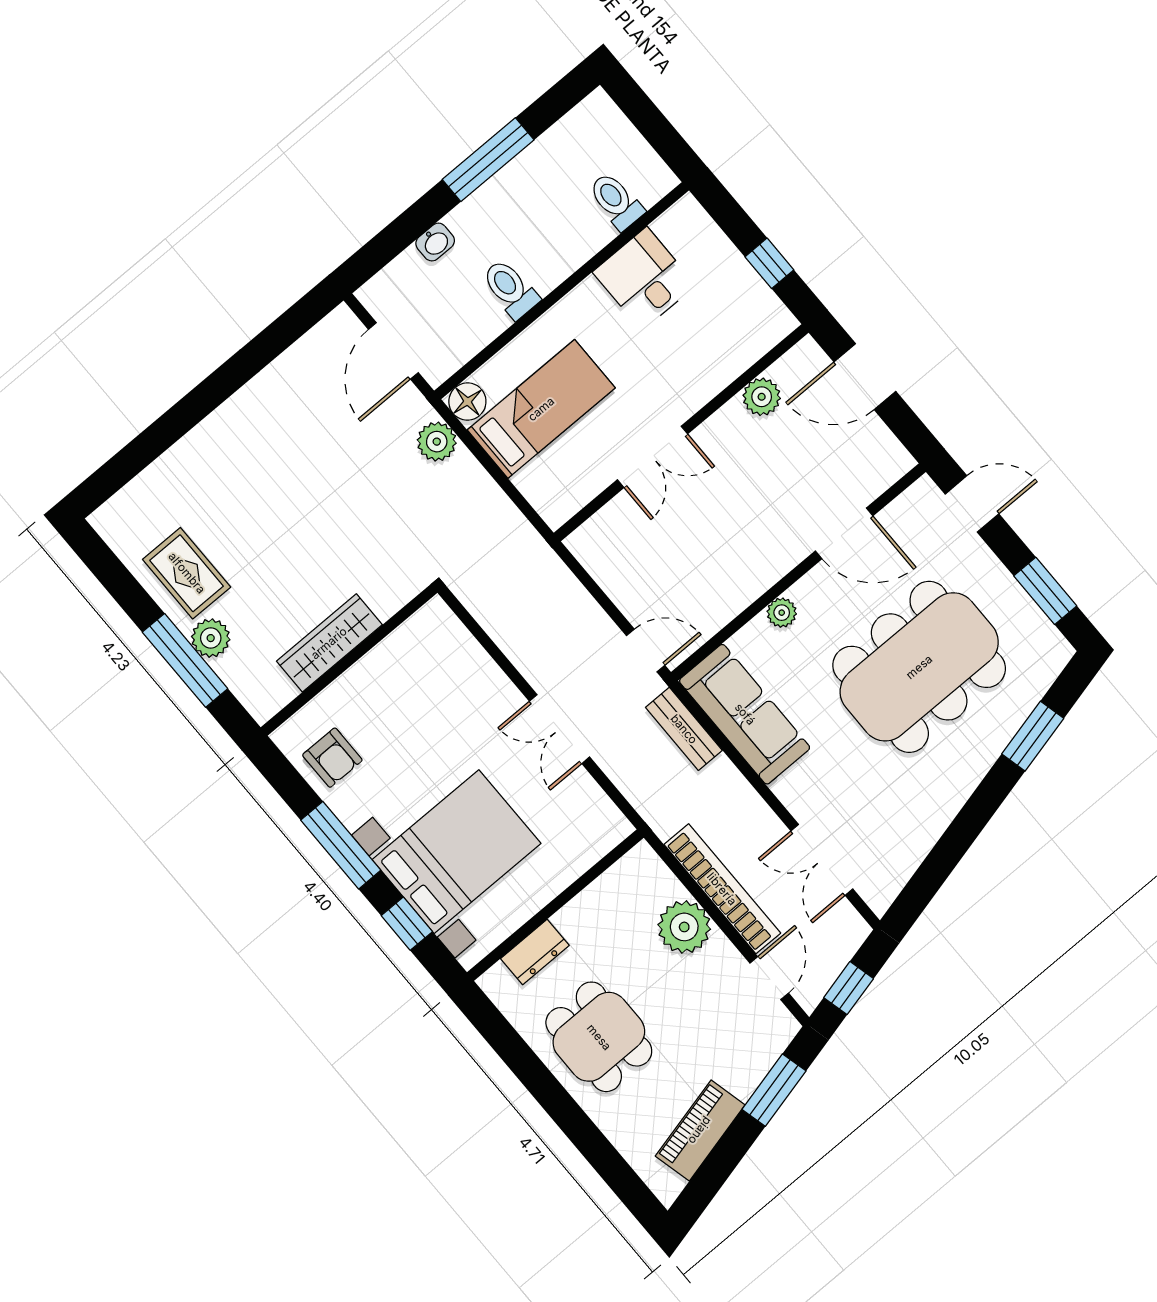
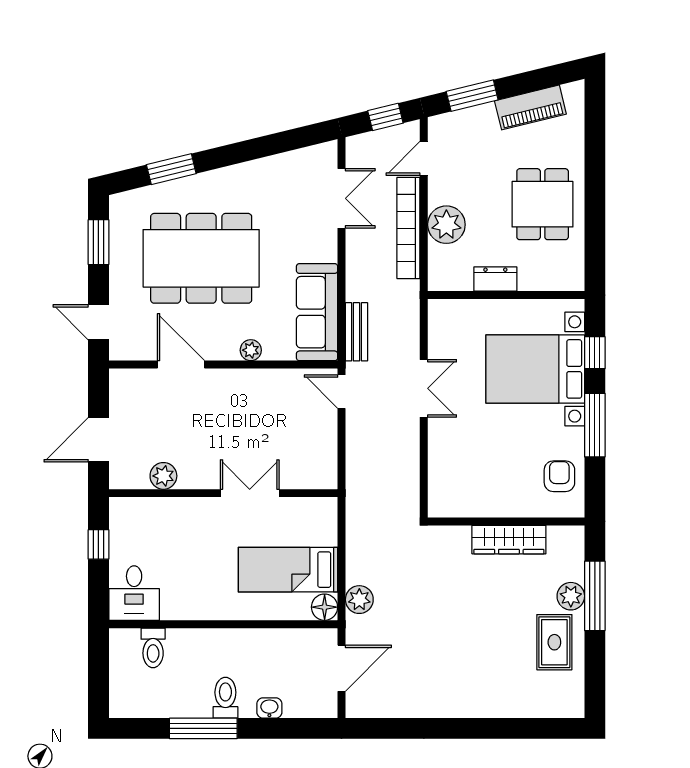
desk: (644, 279) -> (134, 593), moved
toilet: (510, 289) -> (225, 698), moved, turned 180
door: (865, 377) -> (98, 440), swing flipped
dresser: (535, 952) -> (495, 279), moved

